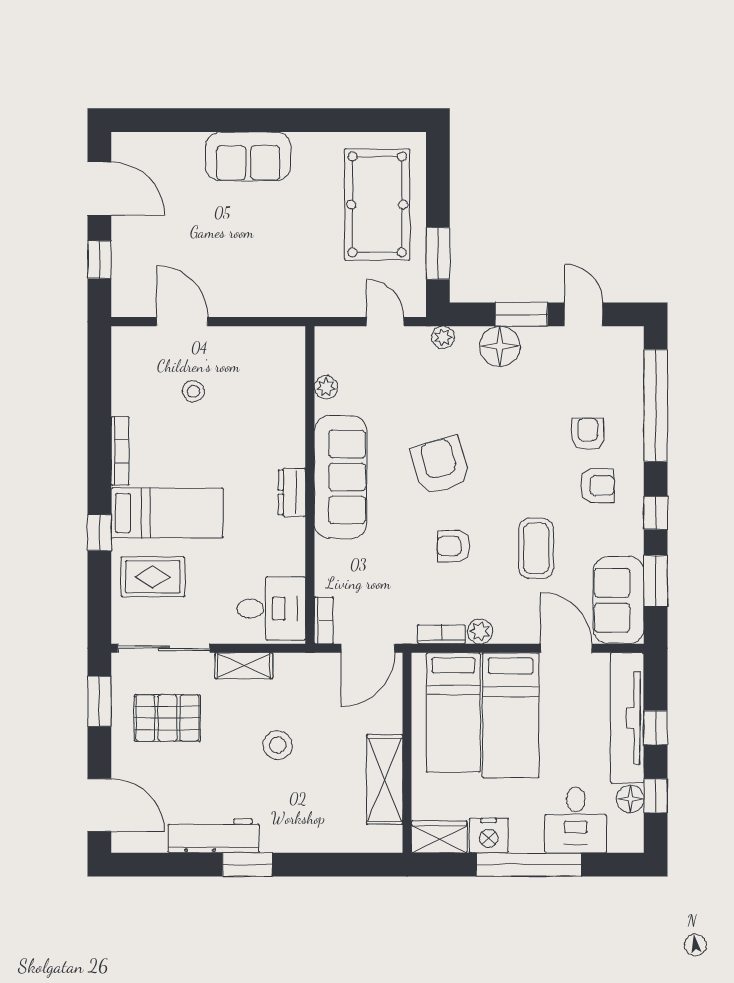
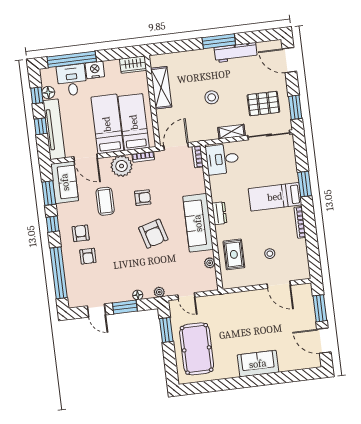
window: (99, 260) -> (320, 308), width x1.50
floor lamp: (500, 346) -> (138, 295), width x0.53, depth x0.53
armchair: (597, 486) -> (81, 233), turned 90
window: (99, 533) -> (305, 184), width x1.50
rug: (153, 577) -> (234, 254), moved, turned 90
plant: (480, 631) -> (122, 166), width x1.88, depth x1.88
nightstand: (489, 835) -> (95, 70), moved
window: (247, 865) -> (219, 41), width x1.44
window: (529, 865) -> (72, 59), moved

